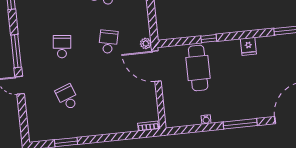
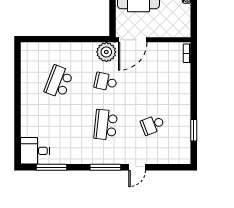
plant: (146, 43) -> (106, 52), width x1.88, depth x1.88
school desk: (62, 47) -> (106, 125), width x1.85

